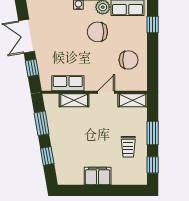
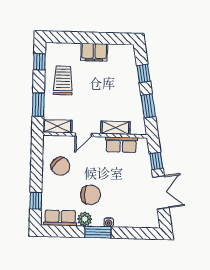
chair: (129, 60) -> (61, 166), turned -135
window: (153, 133) -> (38, 105), moved
trolley: (128, 147) -> (63, 80), width x1.36, depth x1.39

